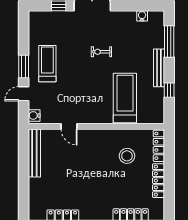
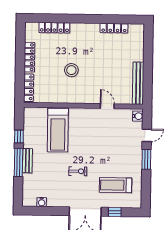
window: (169, 41) -> (19, 163), moved
treadmill: (47, 64) -> (115, 185), moved, turned 90
bench: (159, 68) -> (27, 161), width x0.73
stool: (127, 156) -> (71, 70), moved

